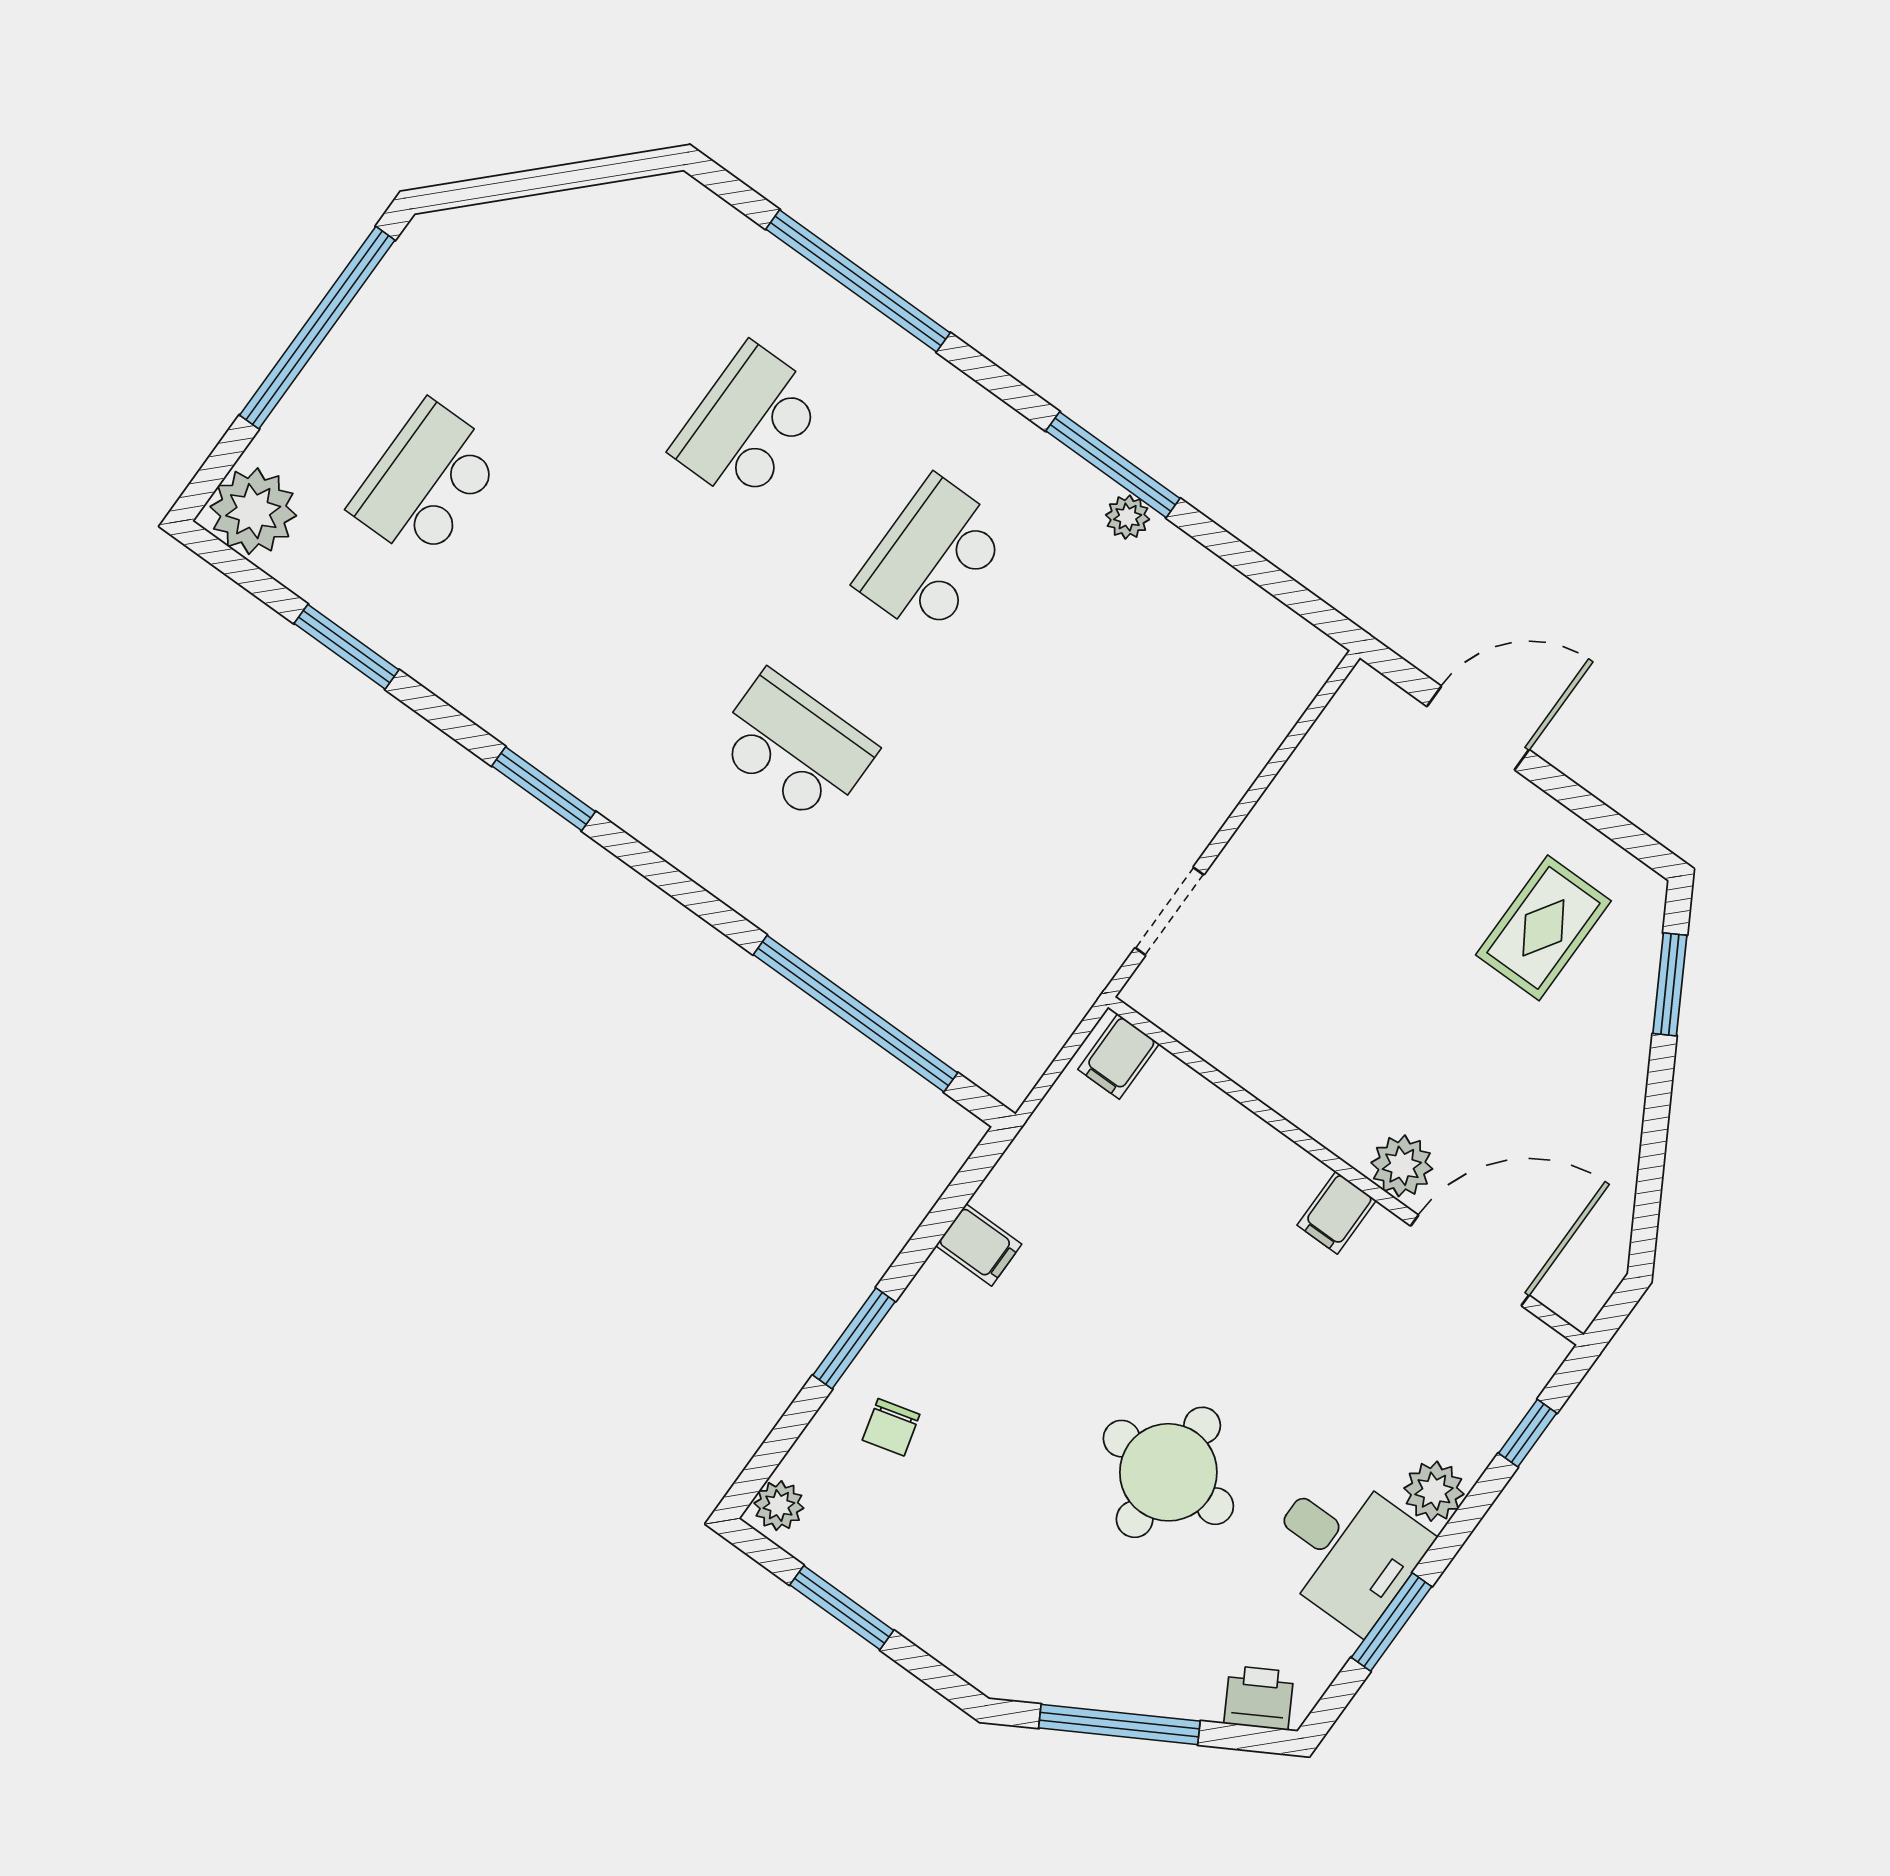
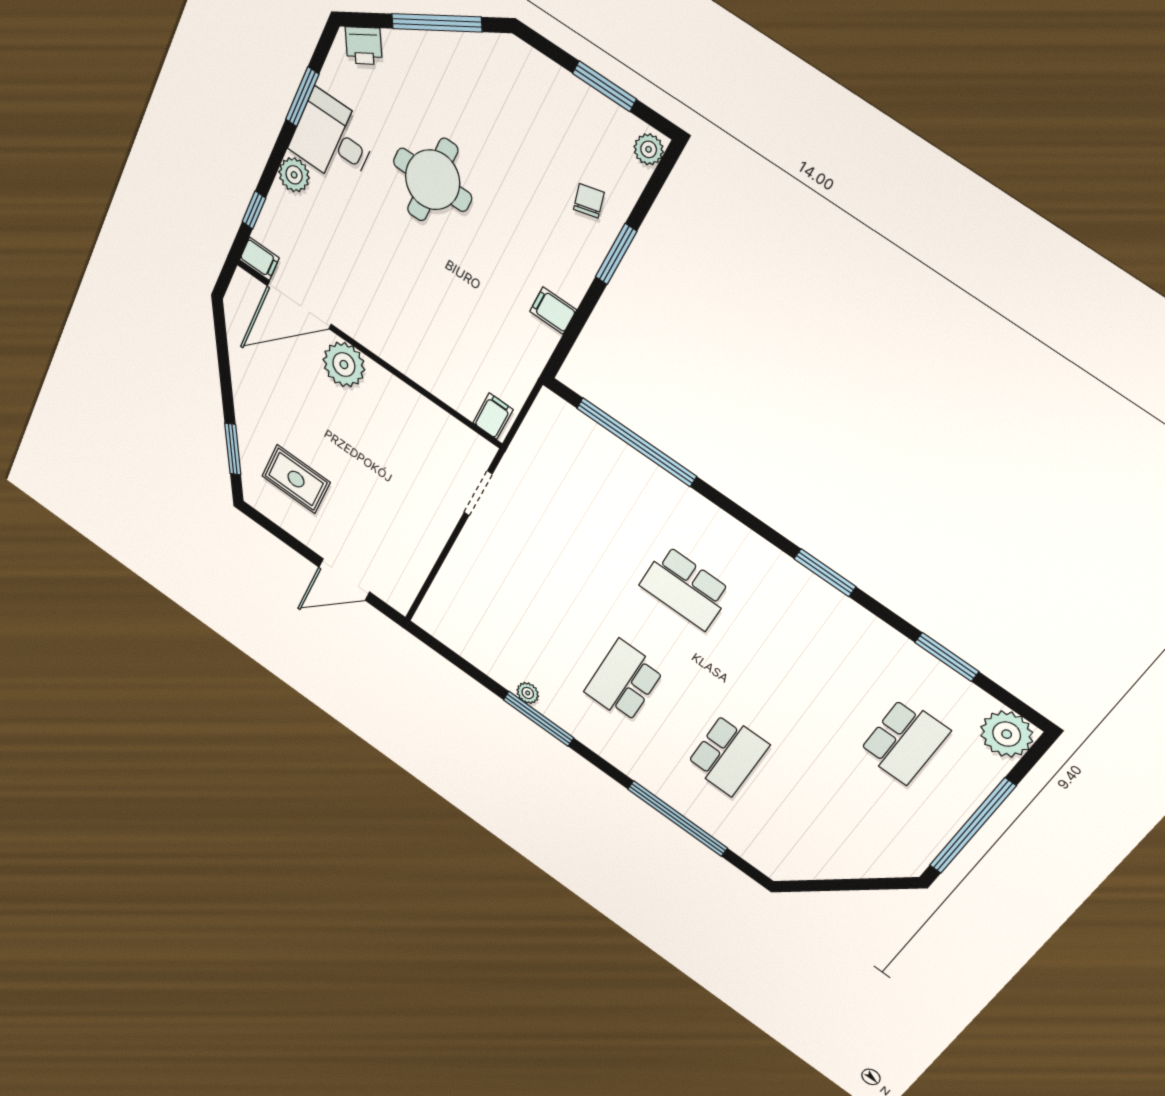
school desk: (932, 557) -> (624, 681), turned 180
rug: (1543, 928) -> (296, 479), turned 90
plant: (1402, 1166) -> (344, 365), width x1.36, depth x1.36
filing cabinet: (1337, 1213) -> (259, 259), moved, turned 90

